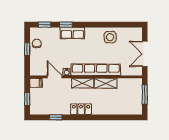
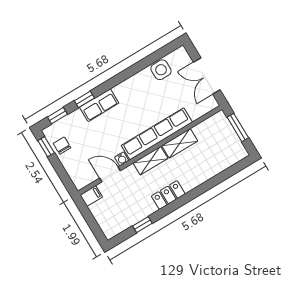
side table: (110, 37) -> (161, 70), moved
window: (27, 49) -> (46, 147), moved
window: (27, 99) -> (92, 223), removed

